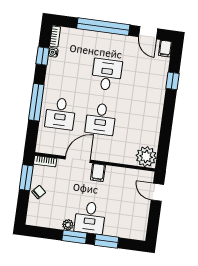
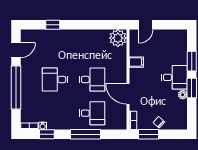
filing cabinet: (165, 49) -> (27, 34), removed
filing cabinet: (98, 172) -> (136, 62), moved

